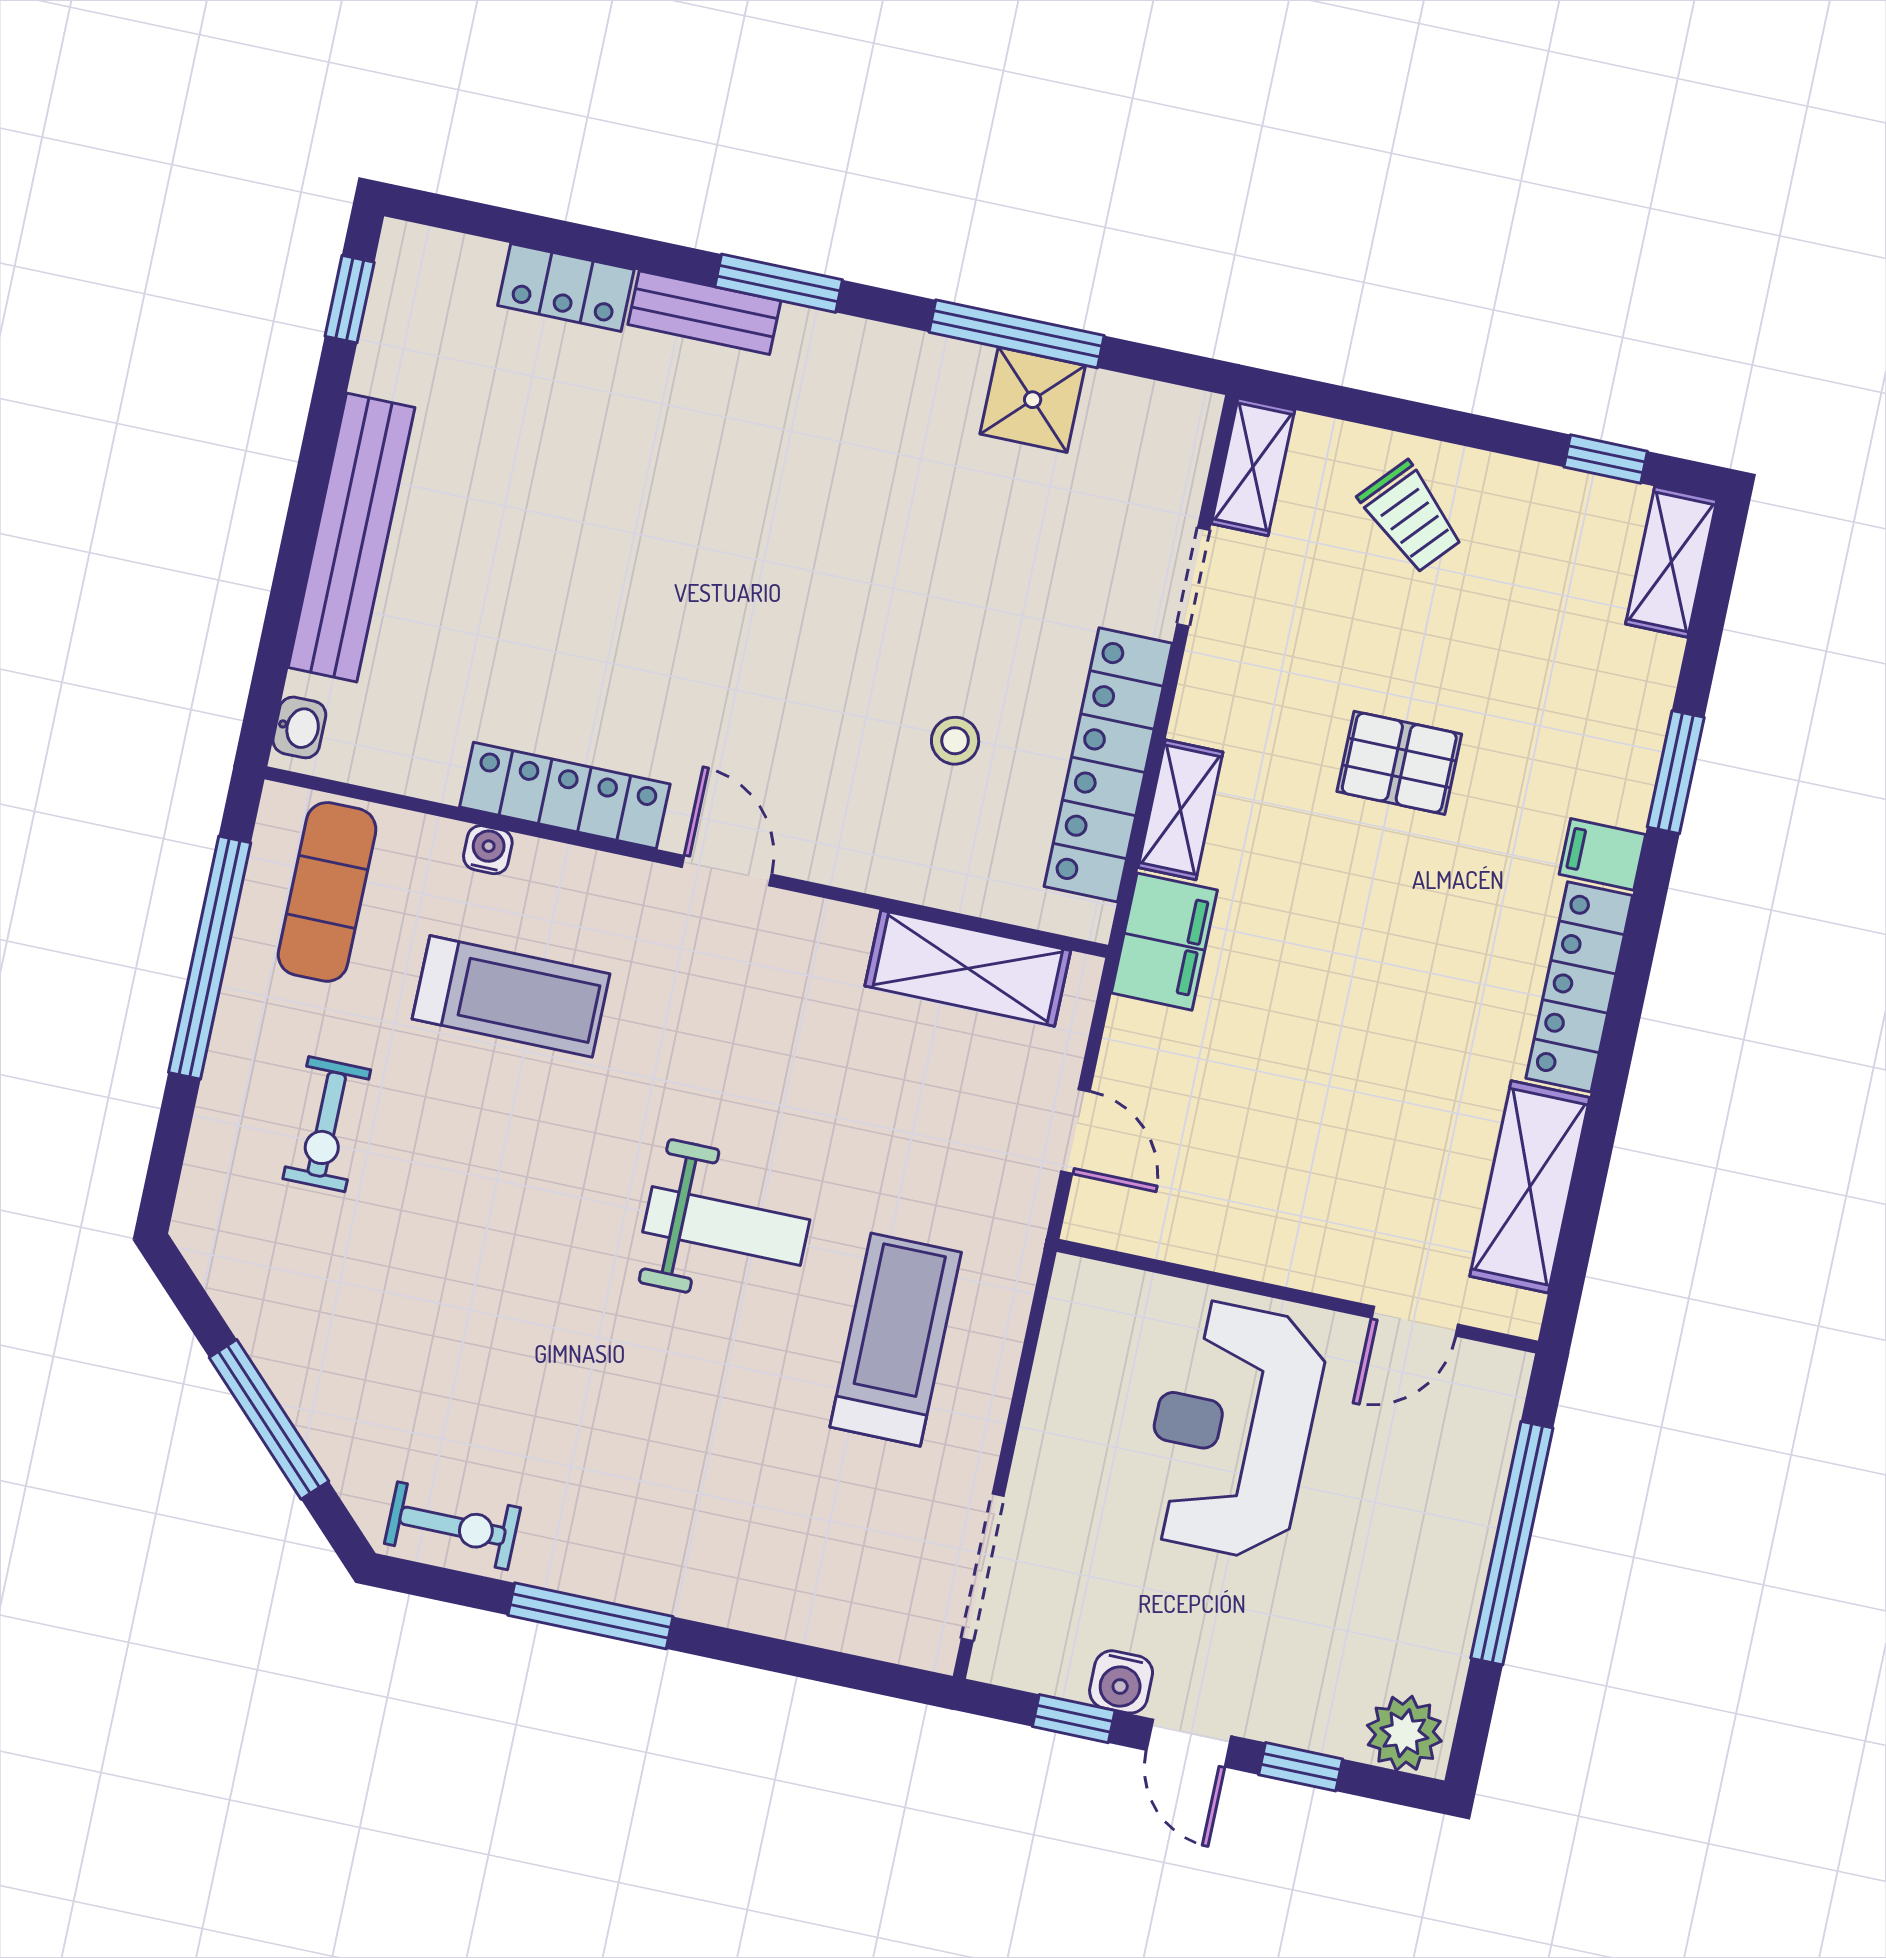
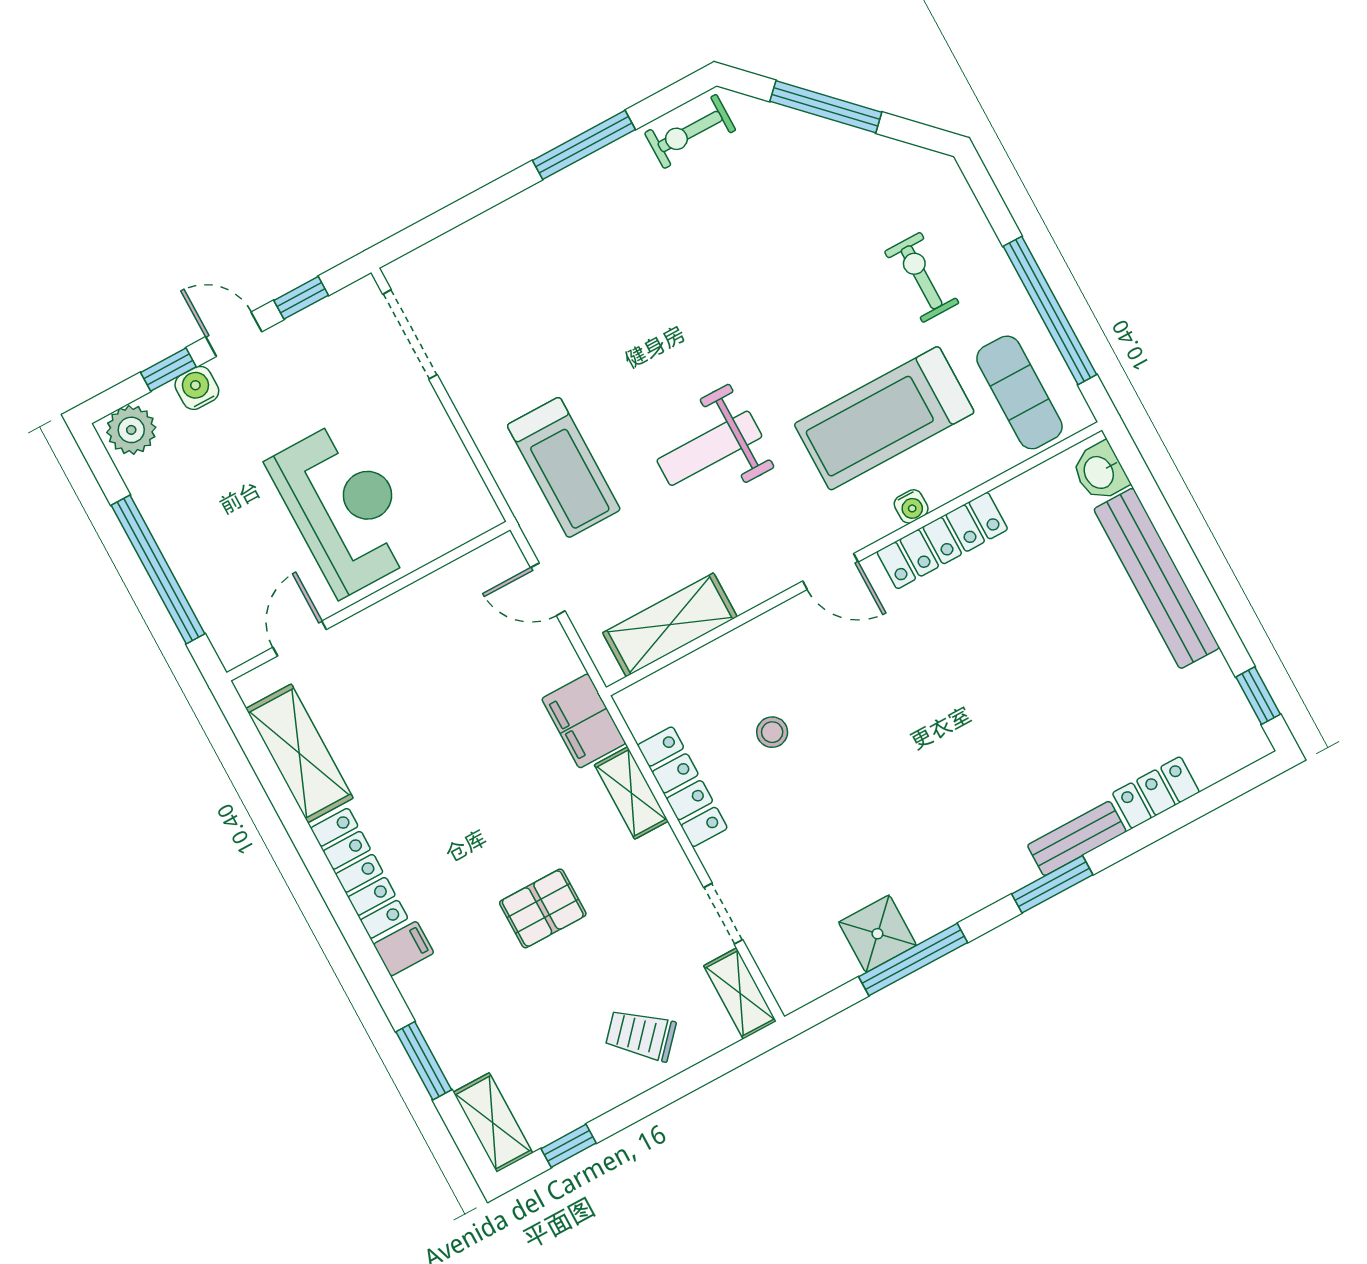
washbasin: (299, 727) -> (1100, 472), width x1.38, depth x1.45
locker: (1108, 765) -> (682, 787), width x0.71, depth x0.83
window: (1676, 772) -> (424, 1061), moved
water cooler: (488, 850) -> (911, 506), moved
treadmill: (511, 996) -> (884, 418), width x1.37, depth x1.38
weight bench: (726, 1226) -> (709, 448), moved
treadmill: (896, 1340) -> (564, 467), moved
water cooler: (1121, 1682) -> (197, 388), moved

